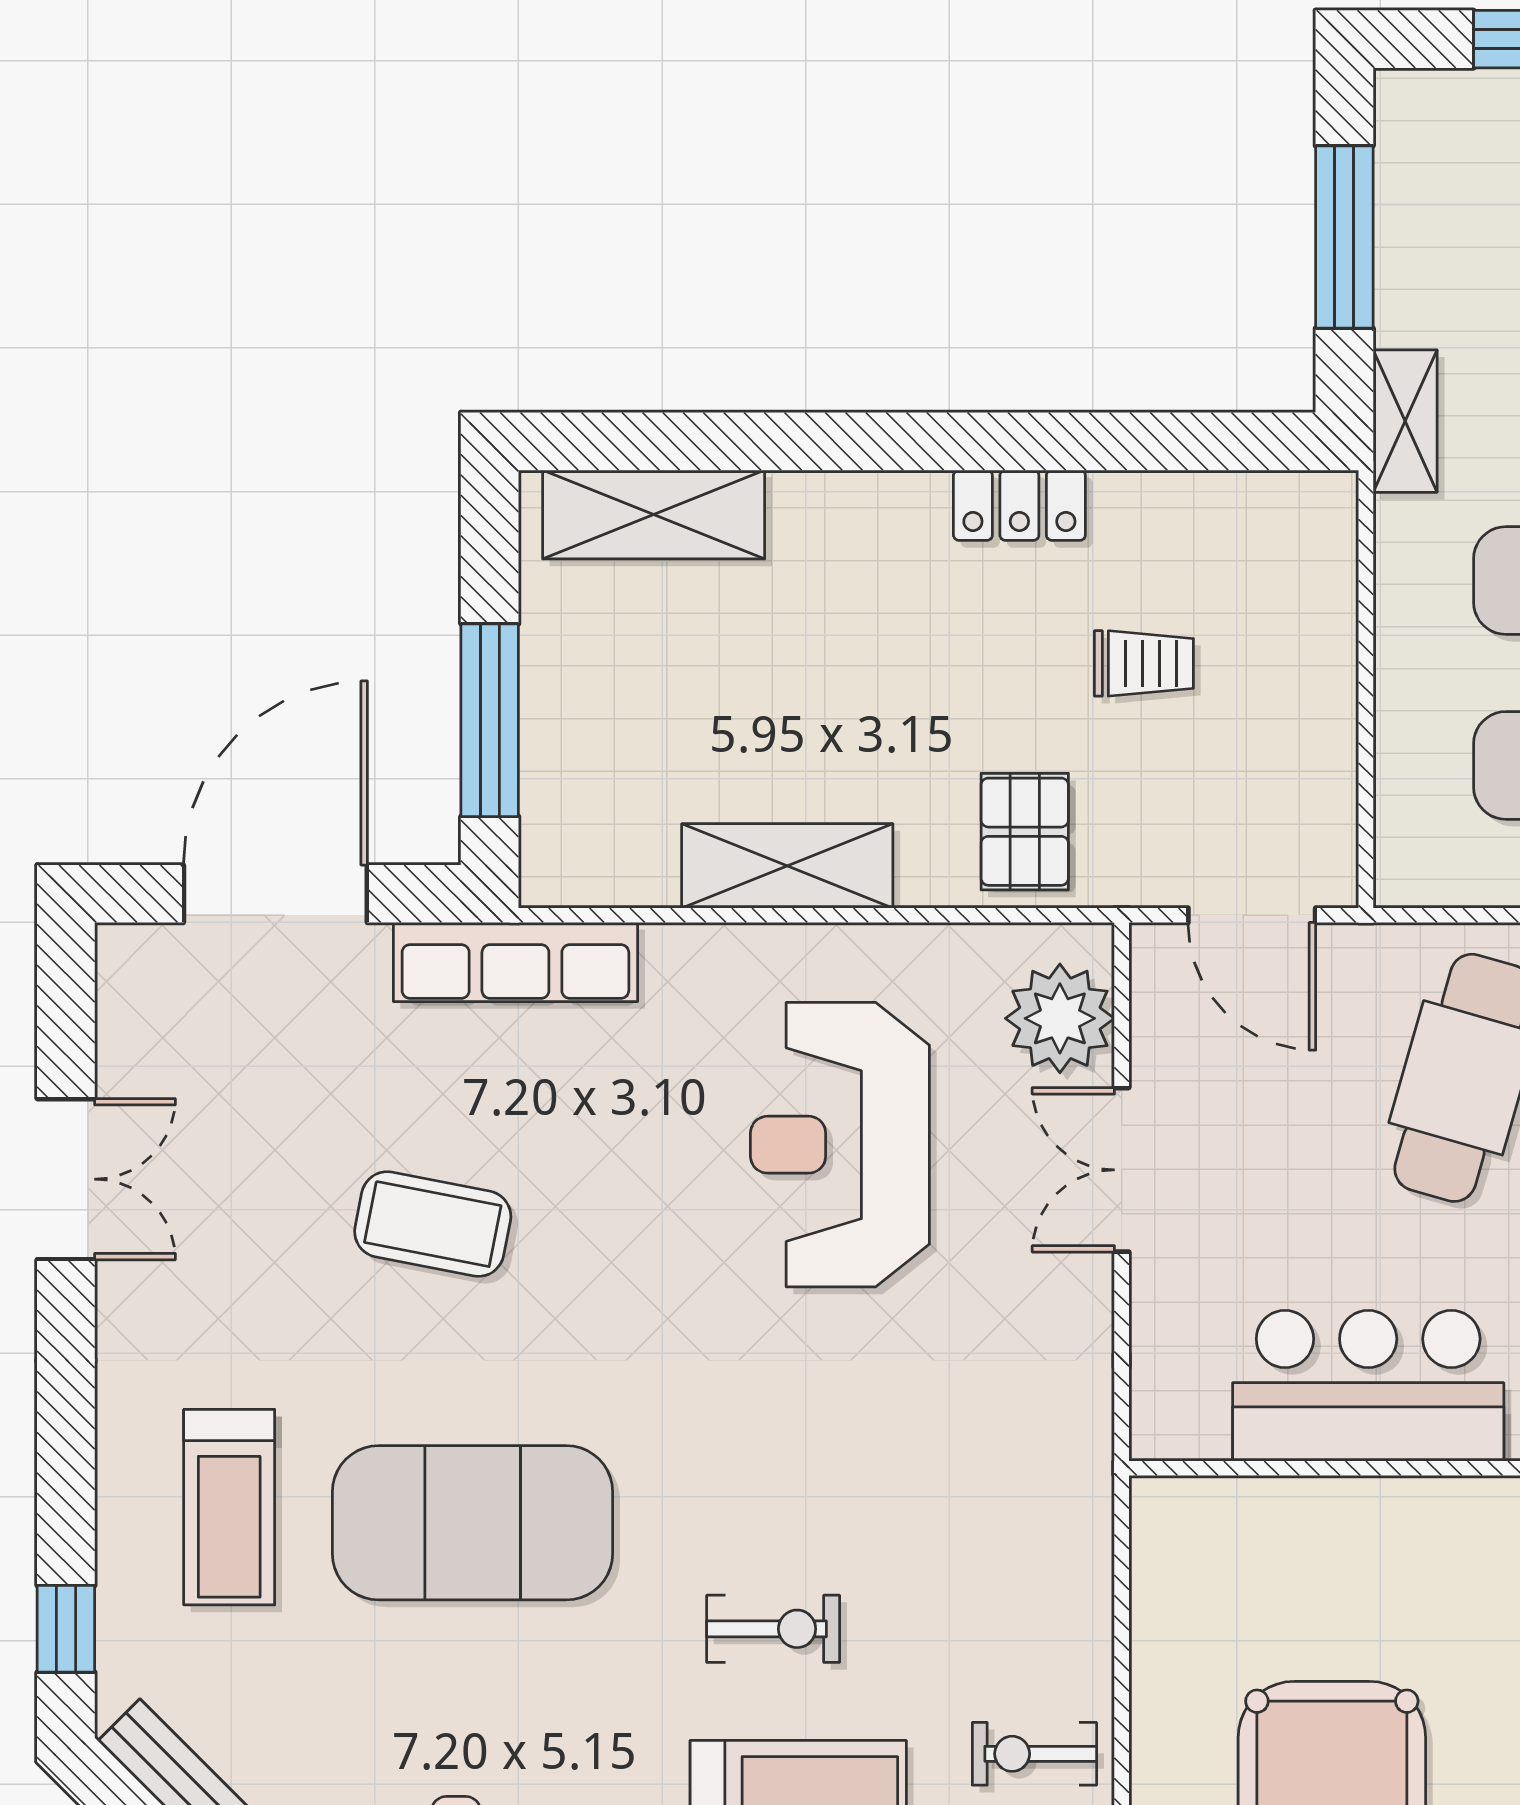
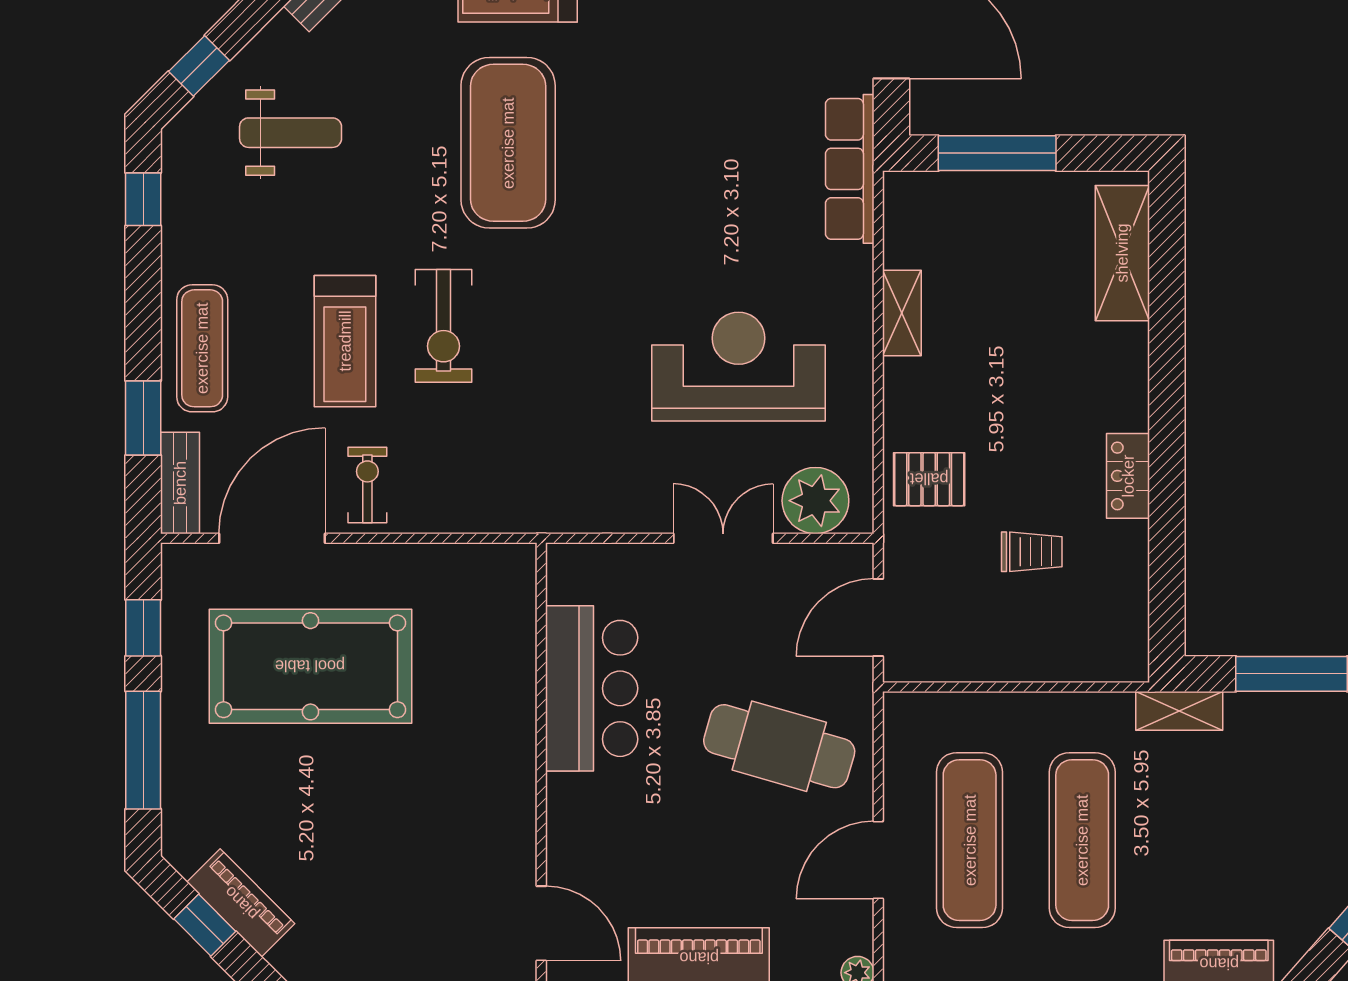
trolley: (1144, 663) -> (1032, 552), turned -90
shelving: (787, 866) -> (902, 313), width x0.67, depth x0.75
coffee table: (433, 1224) -> (690, 118), removed
exercise bike: (773, 1629) -> (444, 326), width x1.38, depth x1.39

